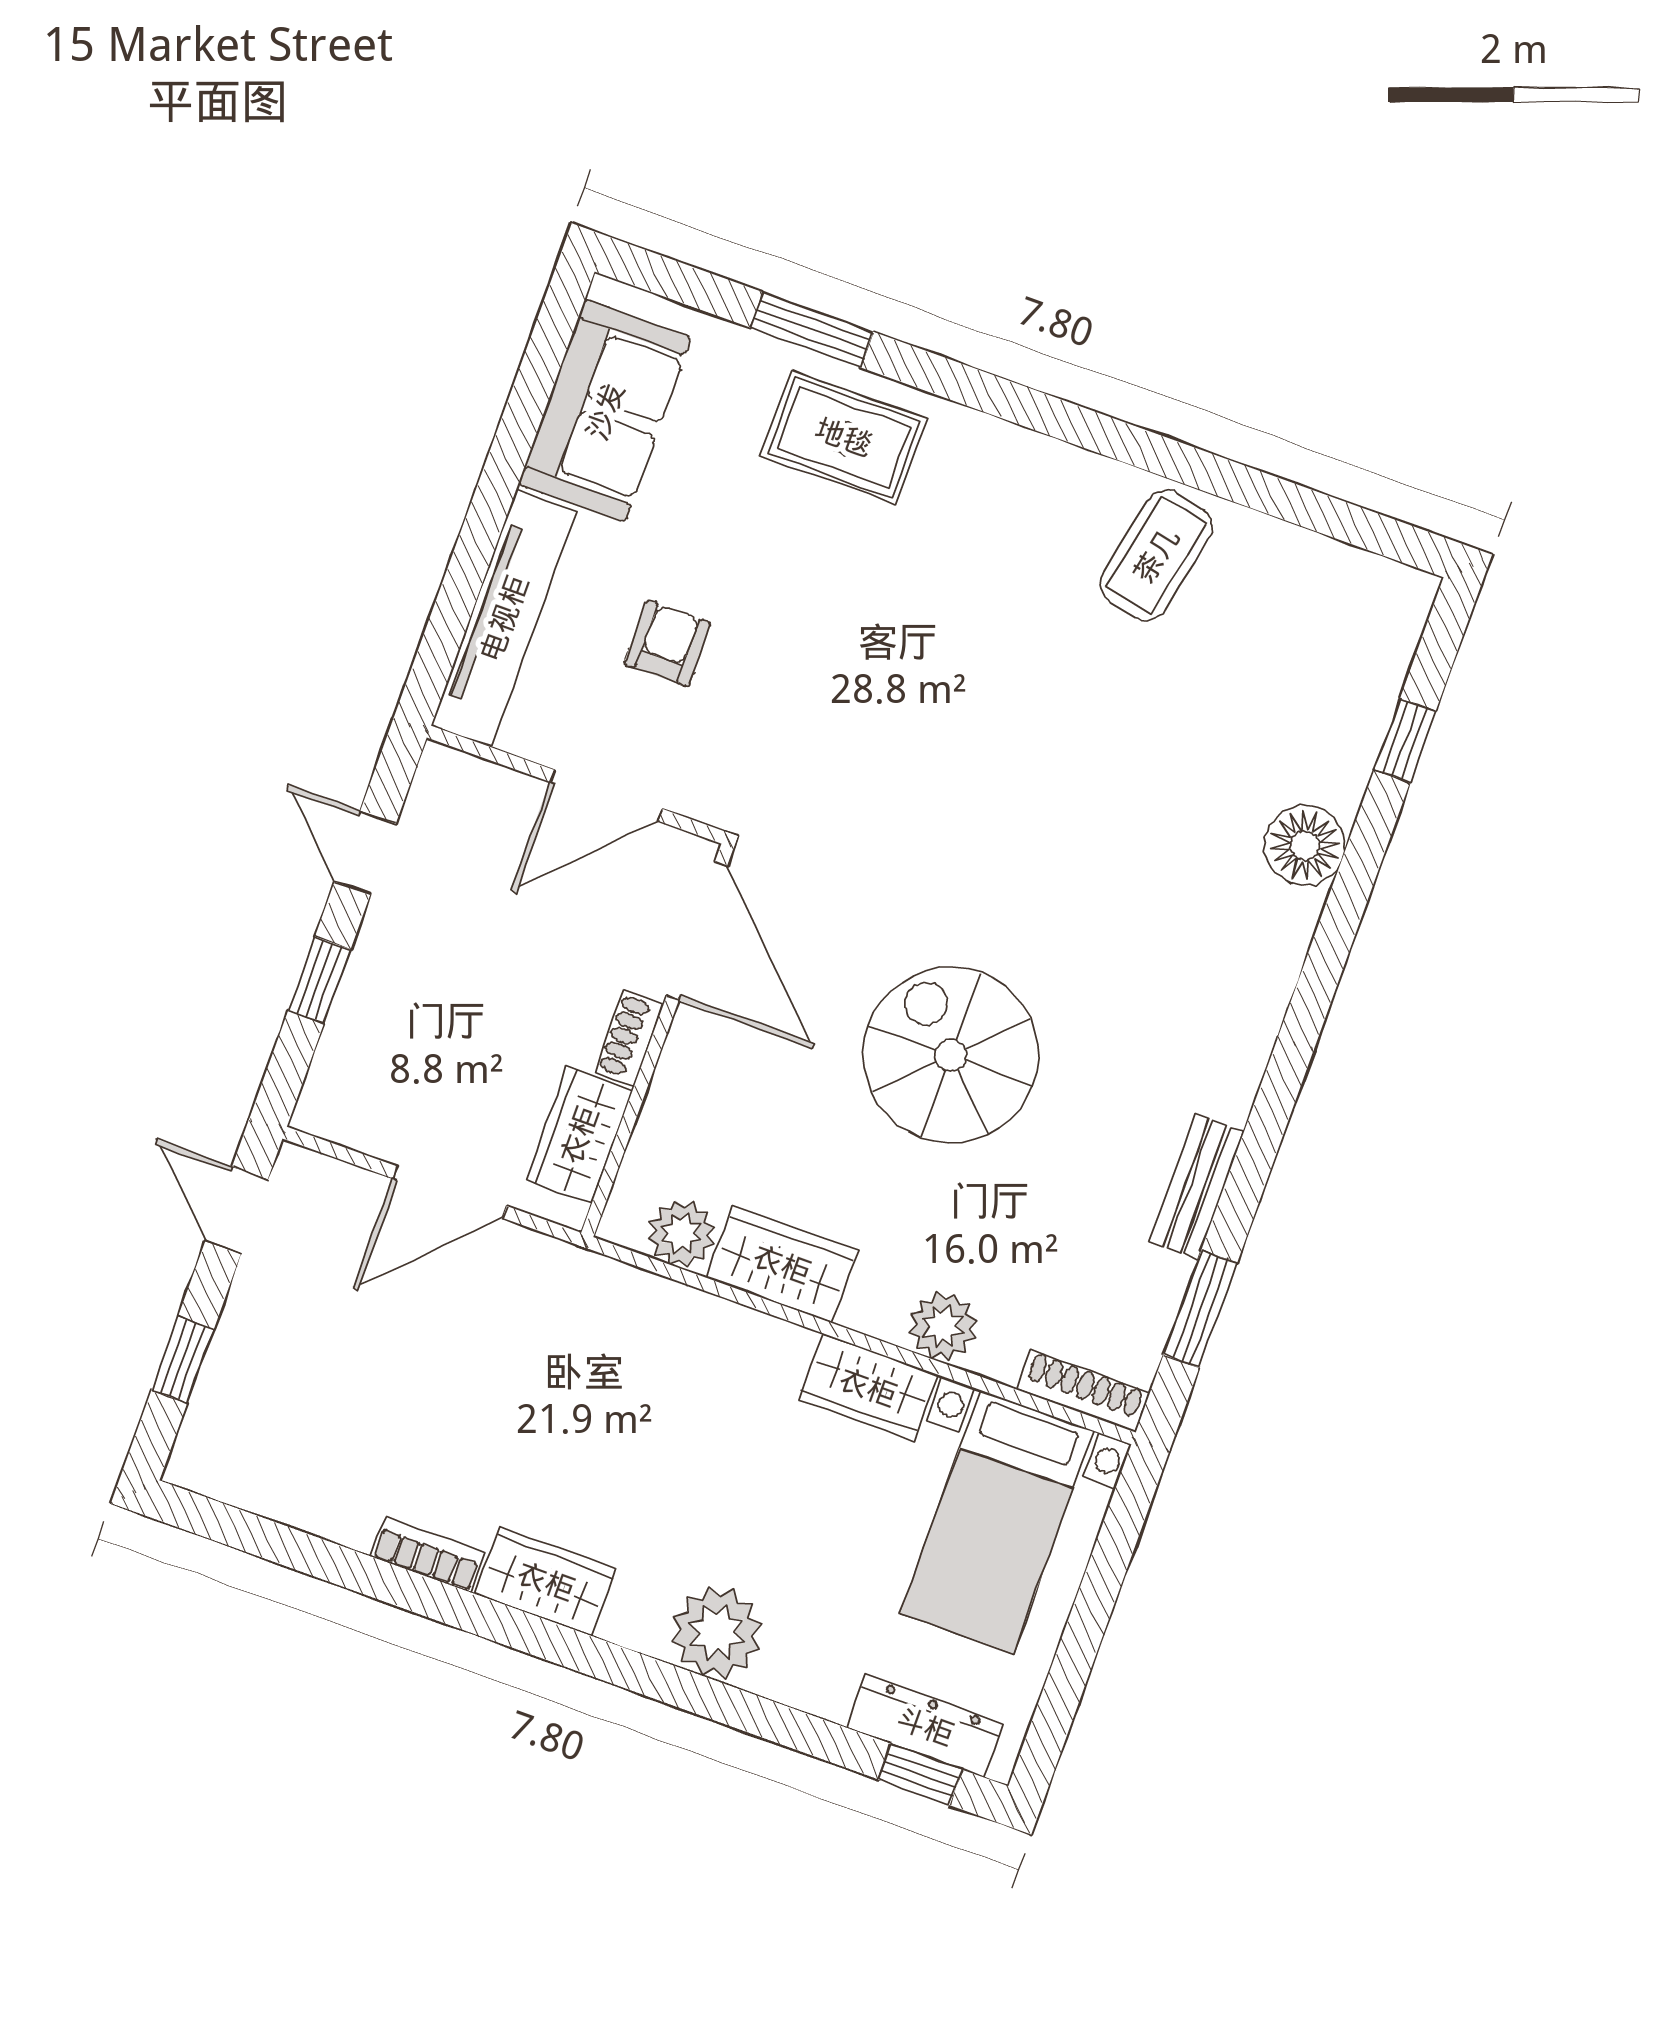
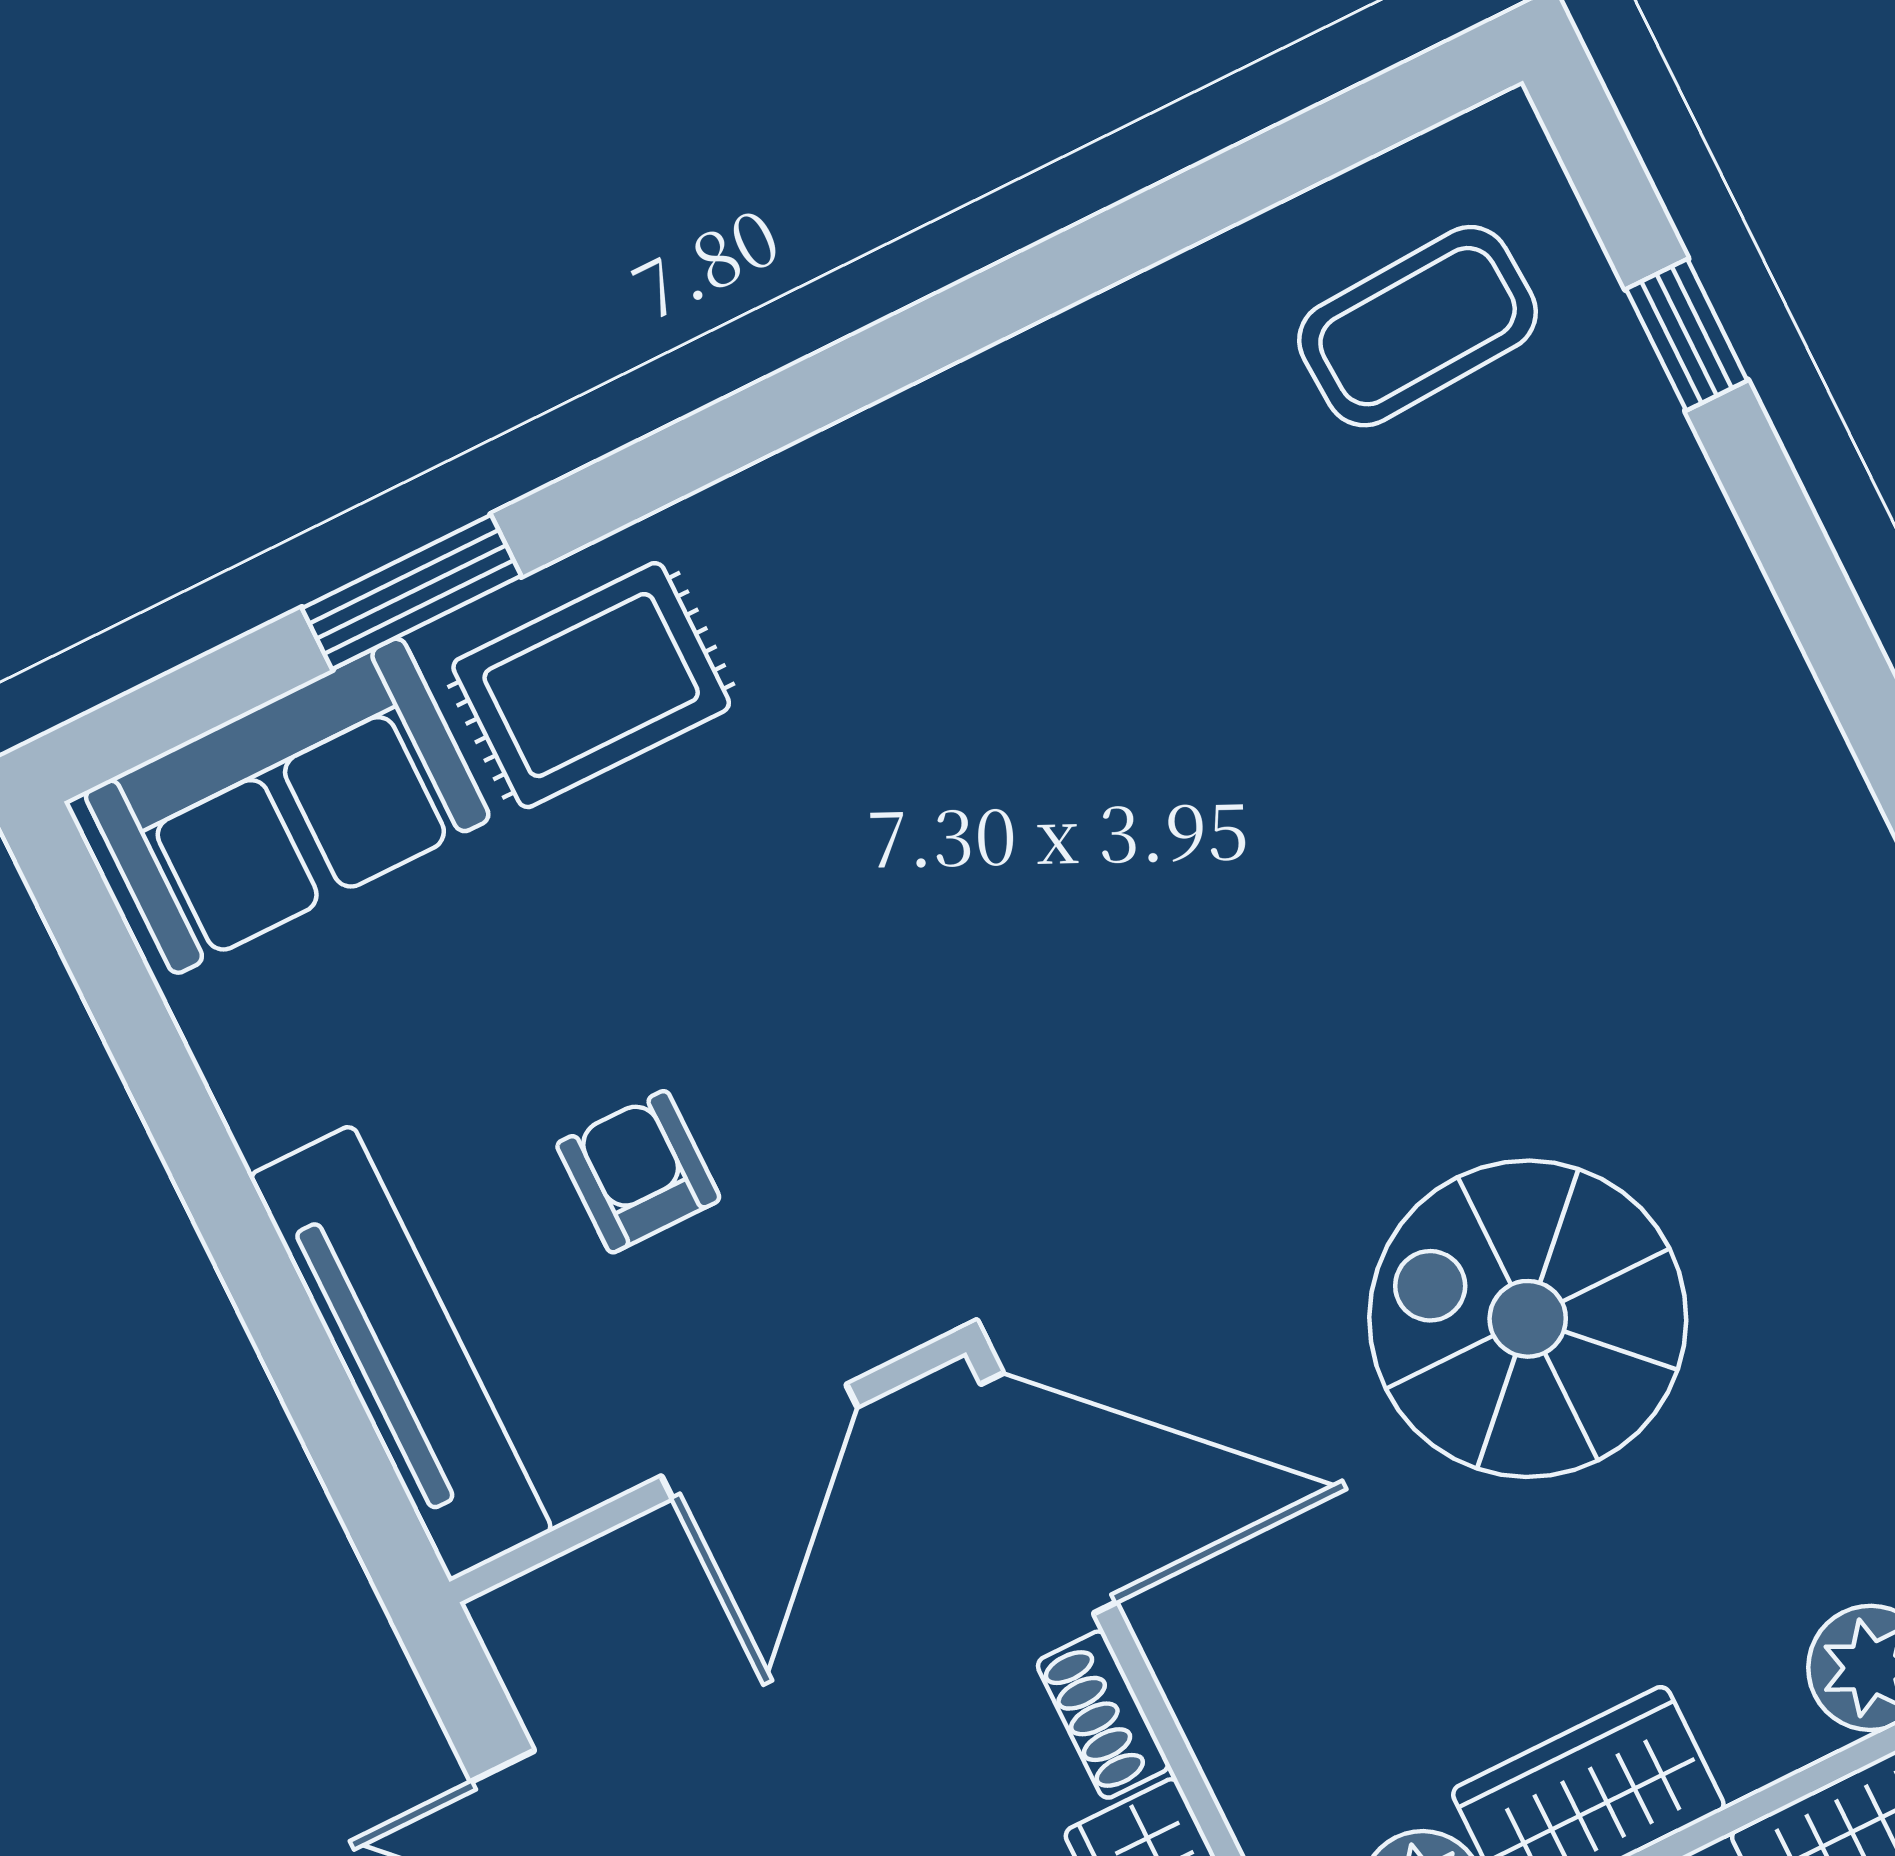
sofa: (605, 411) -> (287, 806), moved, turned 90
coffee table: (1156, 555) -> (1418, 326), moved, turned 75
floor lamp: (1305, 846) -> (1698, 597), removed

